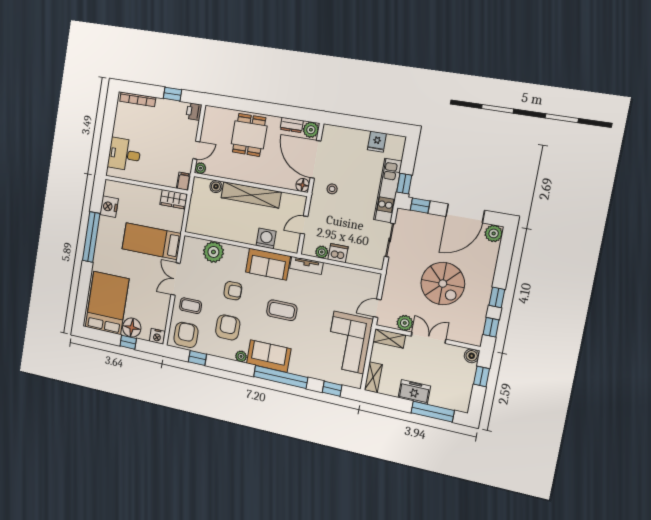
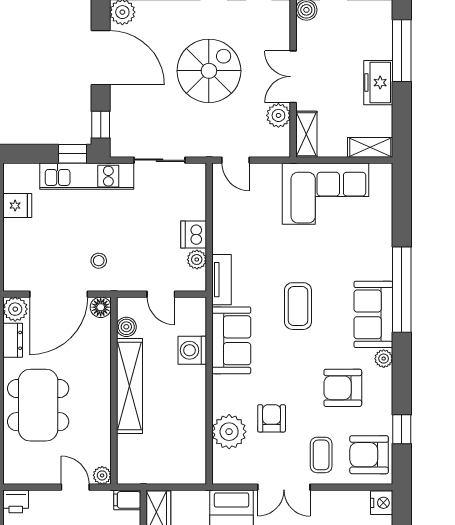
dining table: (249, 135) -> (38, 405), width x1.38
boiler: (216, 186) -> (126, 327), moved
armchair: (233, 291) -> (272, 418), moved
door: (377, 308) -> (236, 160), moved
window: (332, 389) -> (402, 206), removed

